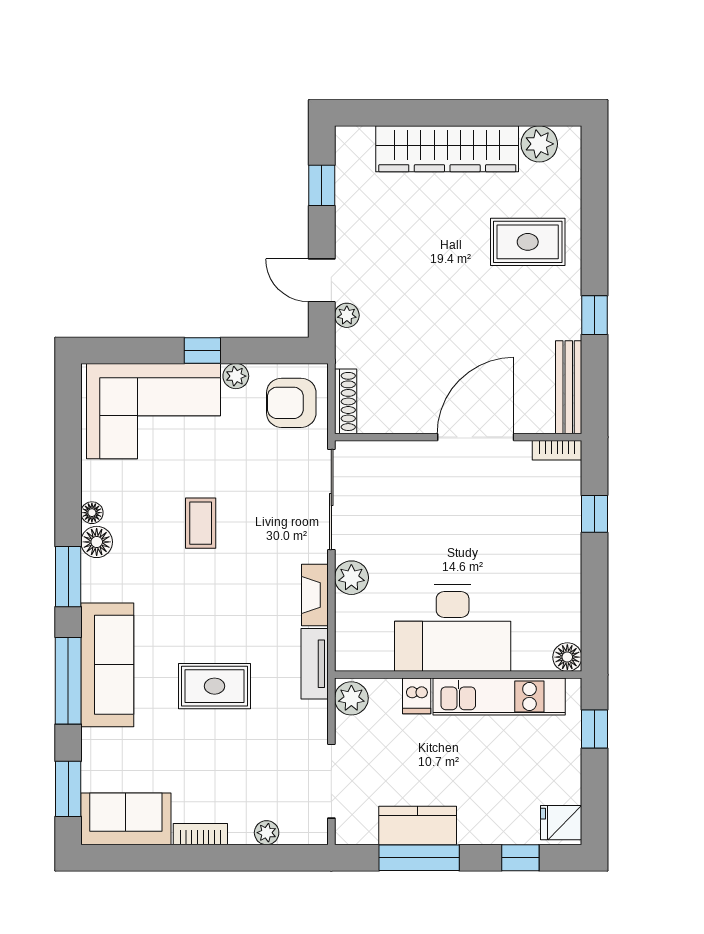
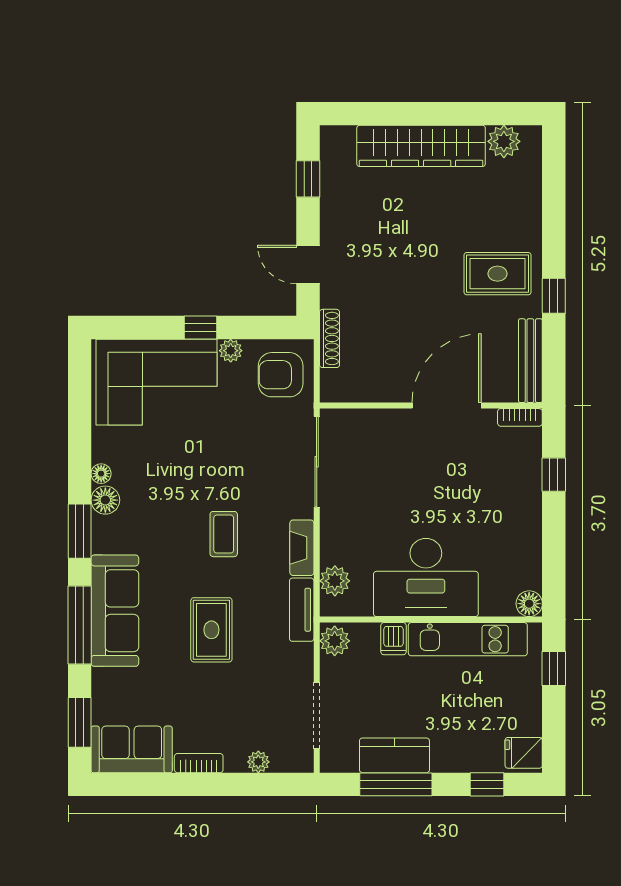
rug: (528, 242) -> (497, 274), moved
plant: (347, 315) -> (331, 296), removed
shoe rack: (346, 401) -> (330, 338), moved
coffee table: (201, 523) -> (224, 534), moved
plant: (351, 578) -> (335, 581), moved
rug: (214, 686) -> (211, 630), turned 90

